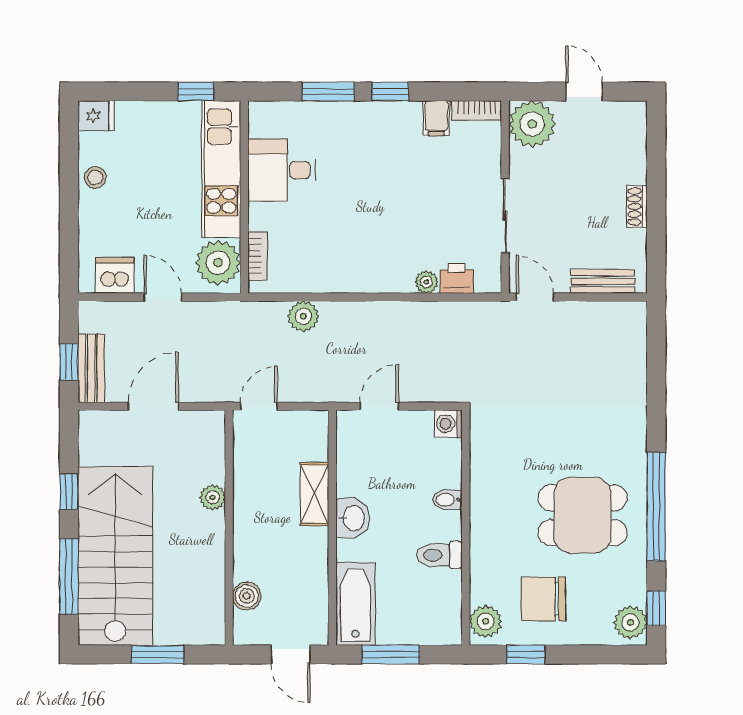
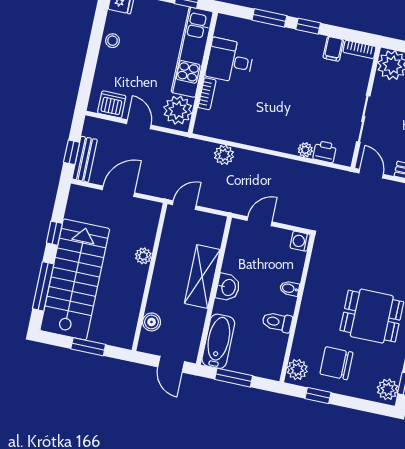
bookcase: (258, 256) -> (207, 94), moved
shelving: (314, 494) -> (202, 276), width x1.50, depth x1.33

